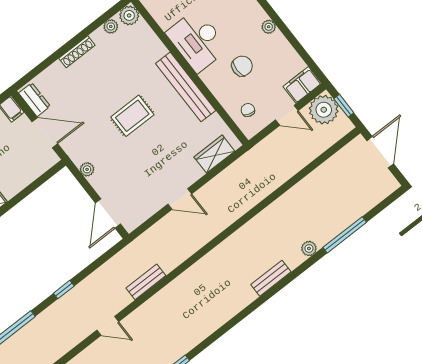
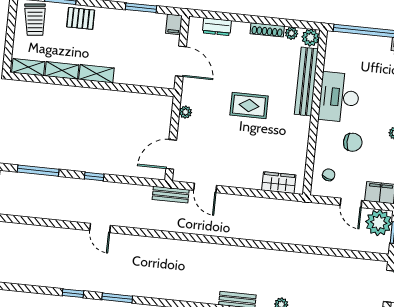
shoe rack: (77, 52) -> (267, 30), moved
bench: (186, 87) -> (306, 82), moved
dresser: (34, 100) -> (217, 27), moved, turned 90
door: (180, 199) -> (205, 188), moved
bench: (146, 282) -> (171, 195), moved

